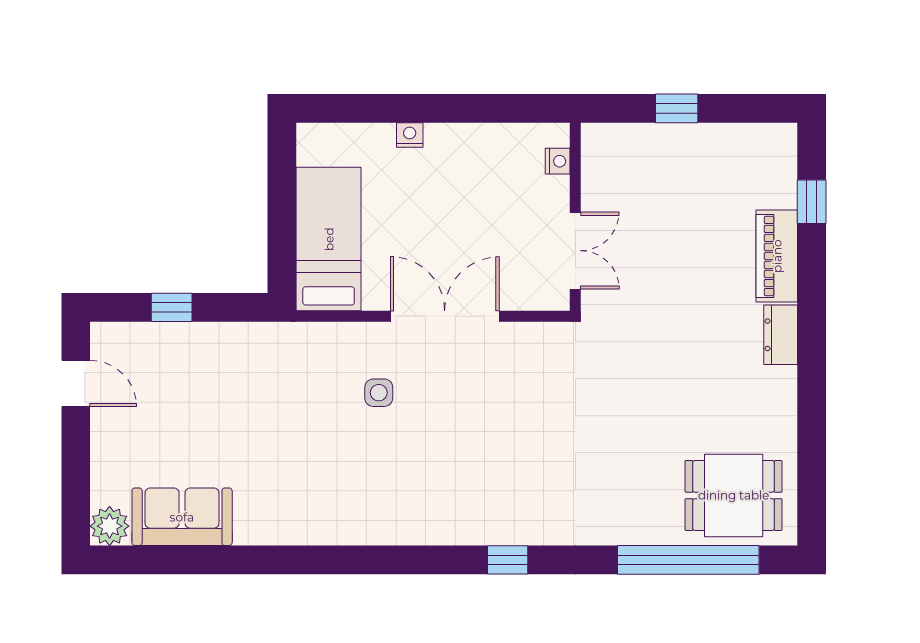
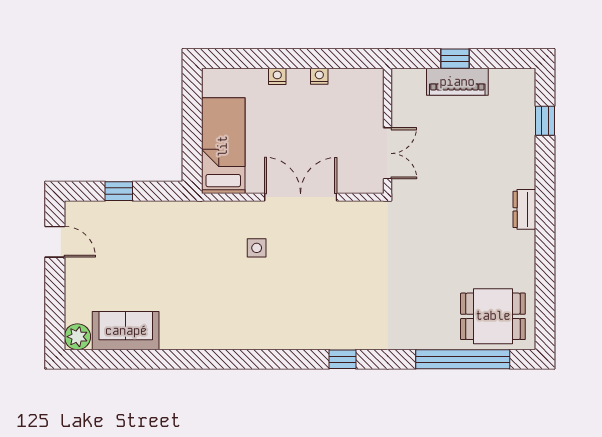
nightstand: (558, 161) -> (319, 76), moved, turned -90
piano: (777, 256) -> (457, 82), moved, turned -90

